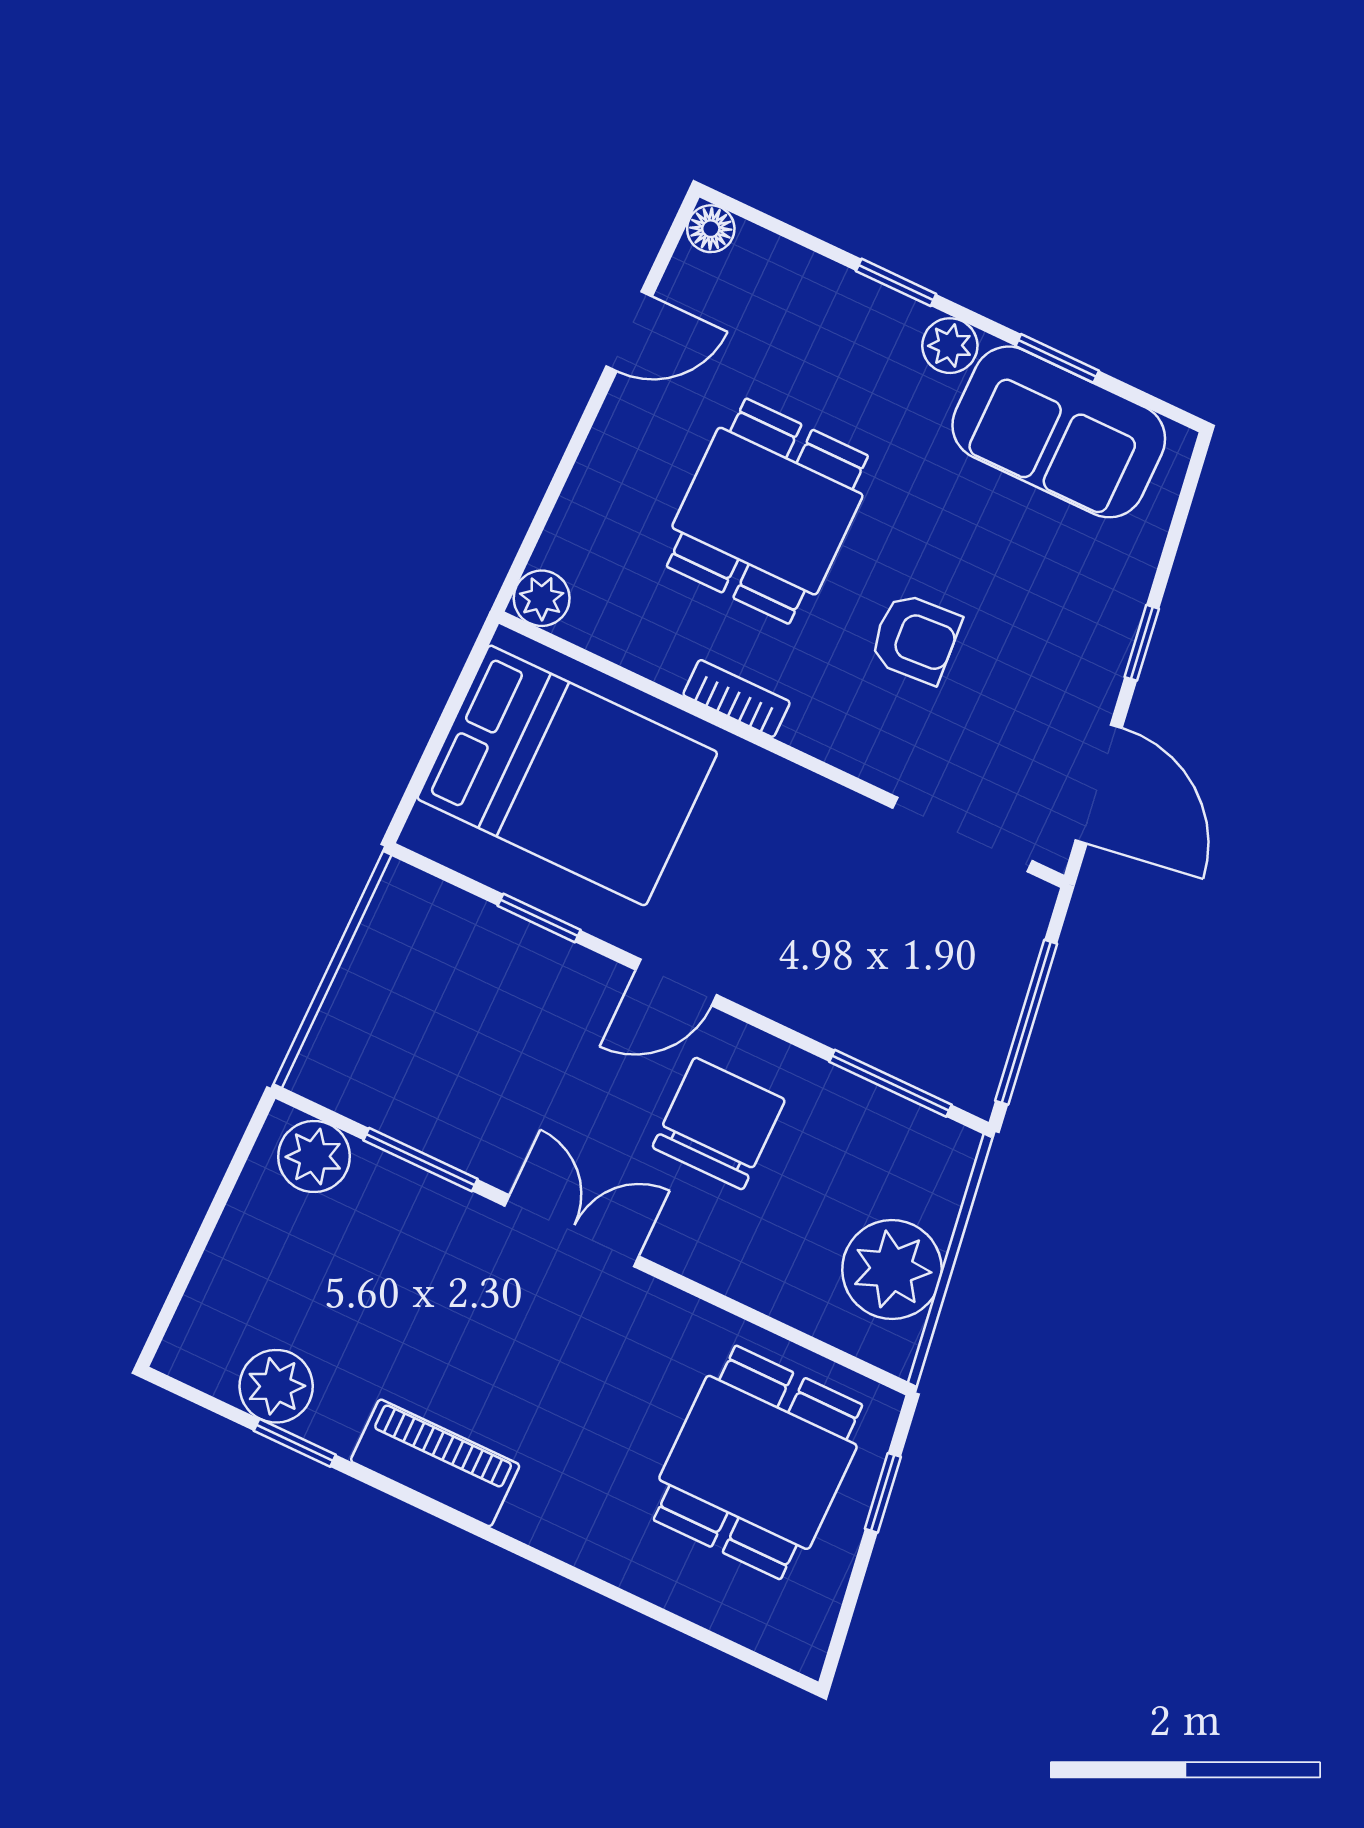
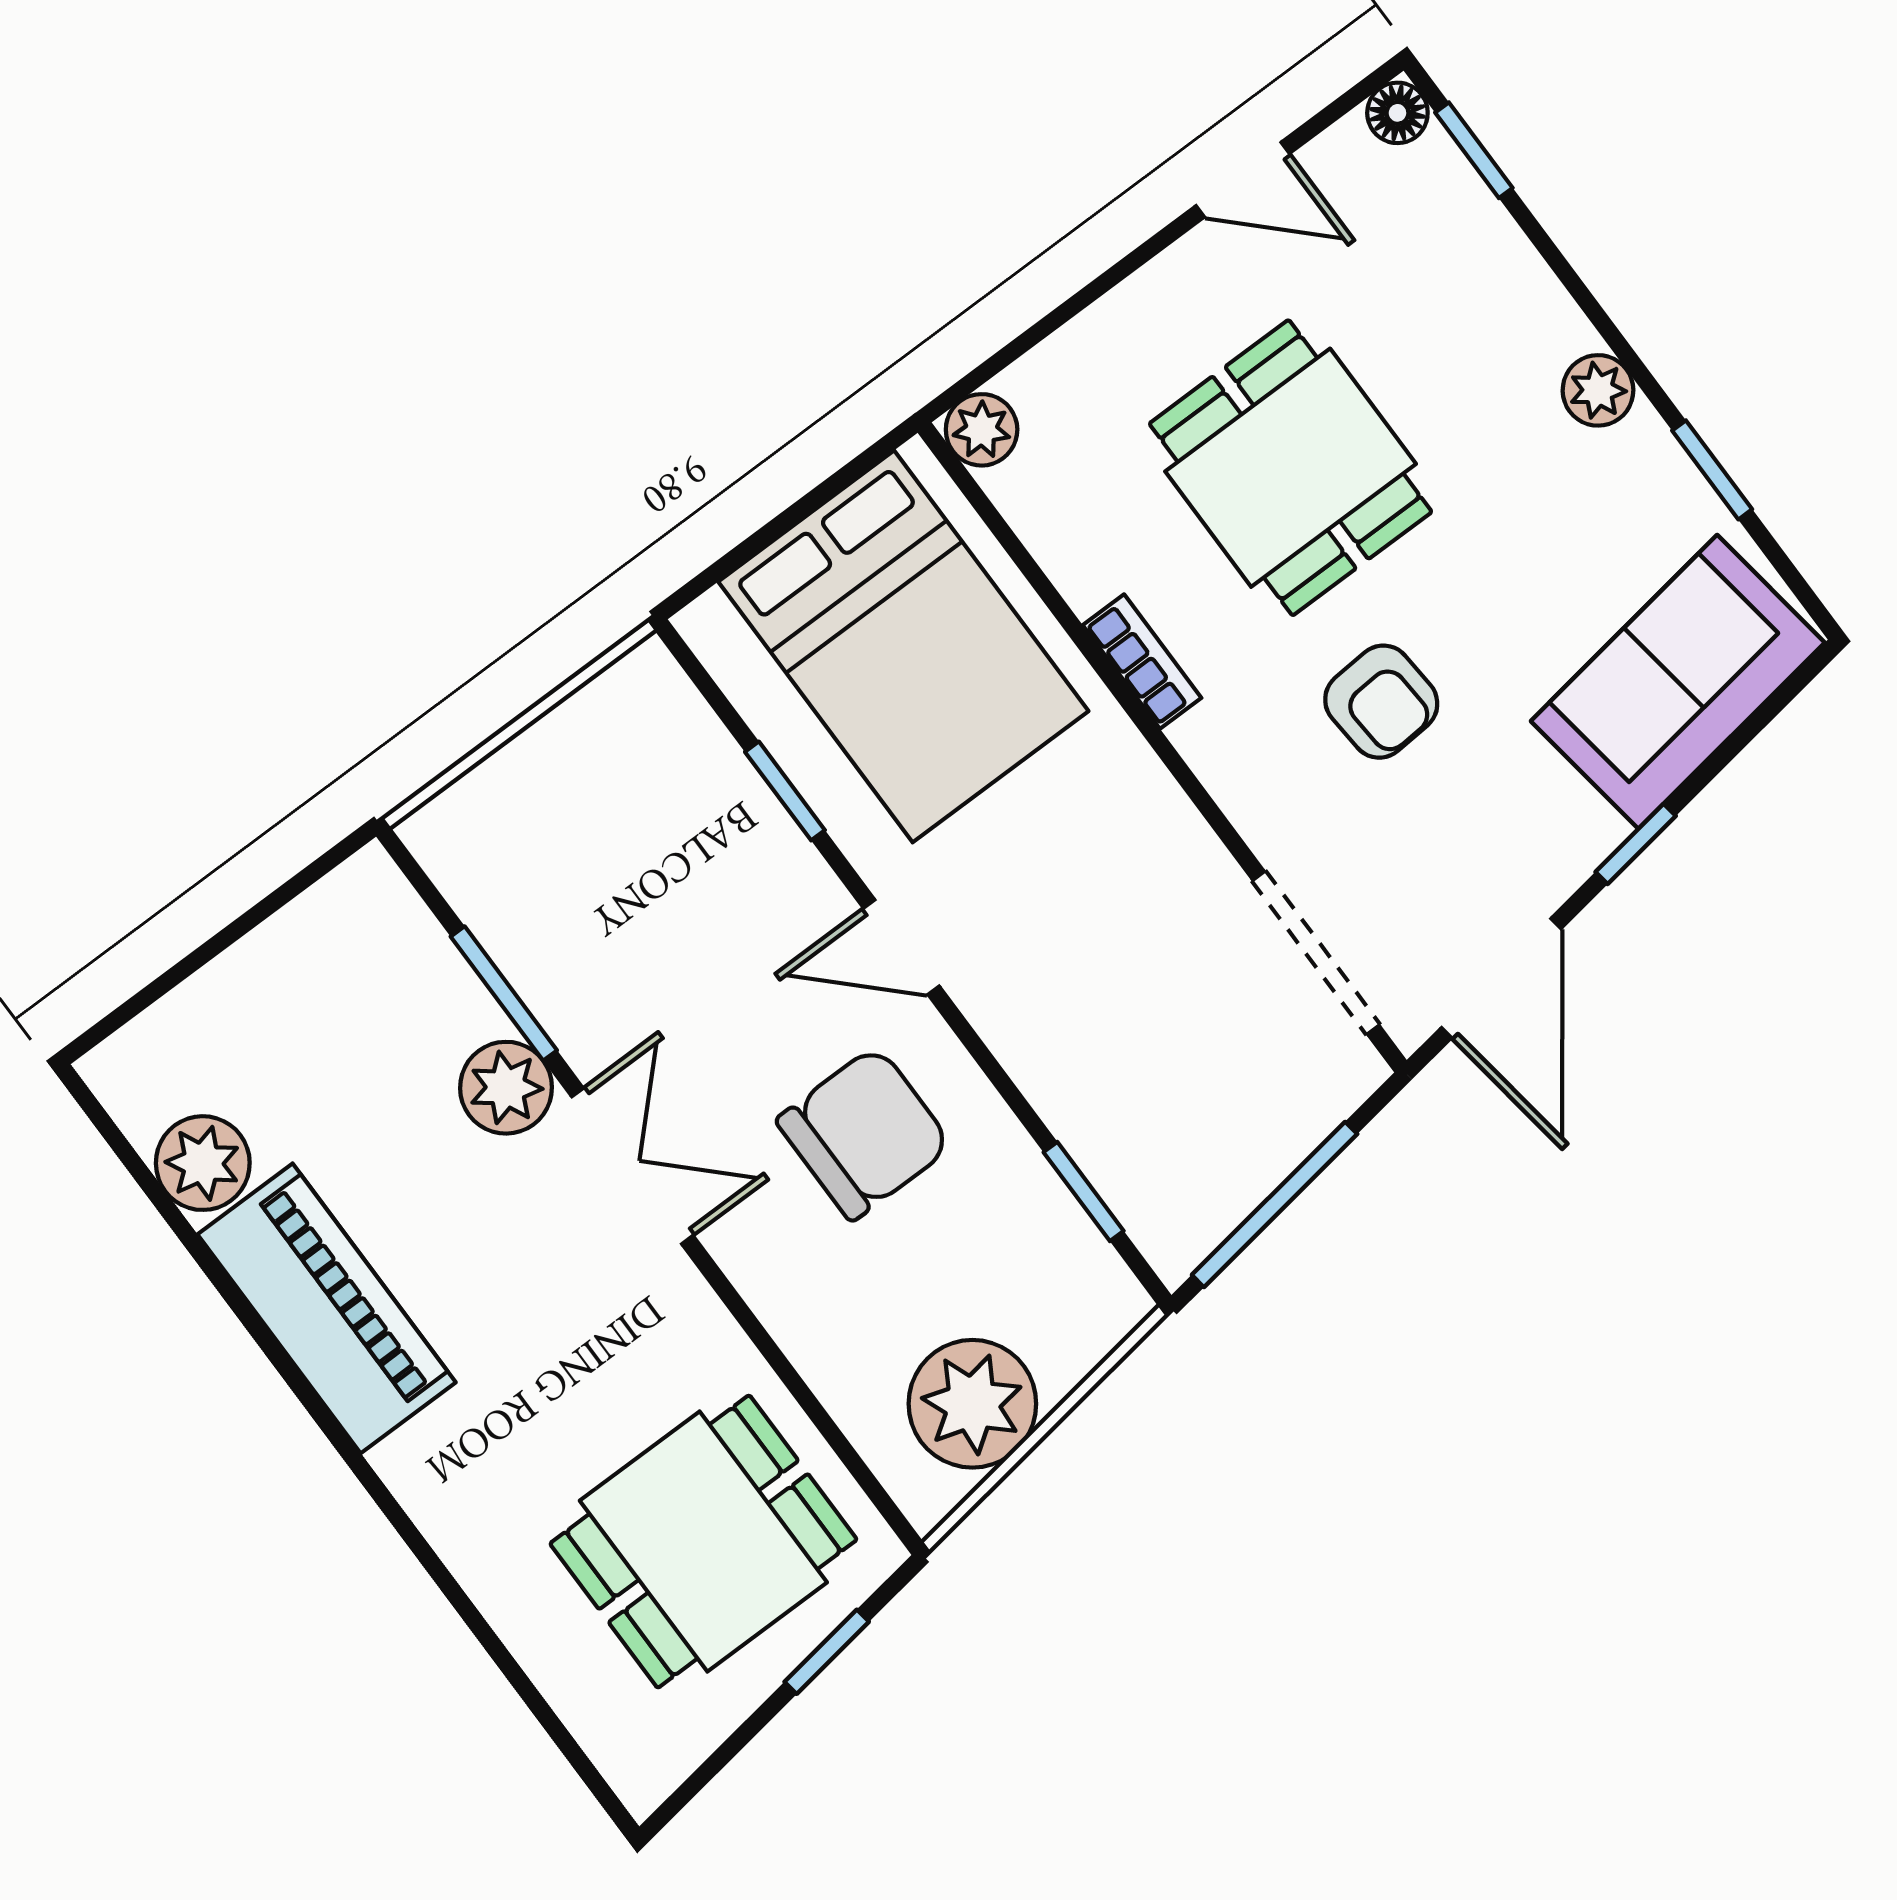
window: (896, 282) -> (1474, 150), moved
sofa: (1059, 432) -> (1678, 682), moved, turned 82
dining table: (767, 511) -> (1291, 468), turned 90
window: (890, 1083) -> (1084, 1192), width x0.67
plant: (314, 1157) -> (506, 1088), moved
window: (295, 1443) -> (190, 1238), removed
piano: (435, 1463) -> (327, 1308), width x1.37, depth x1.33

